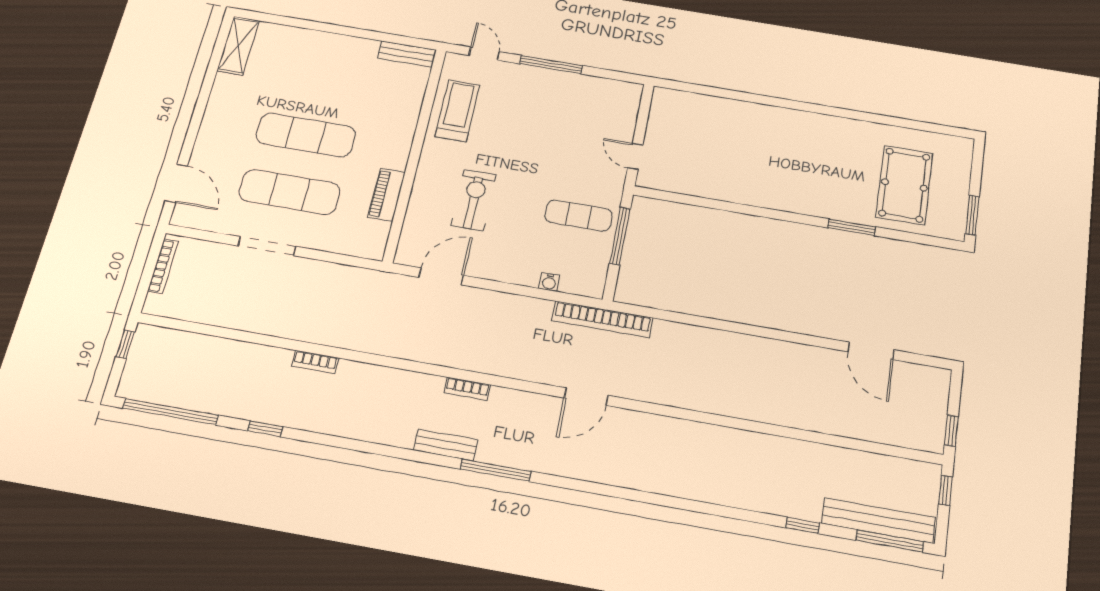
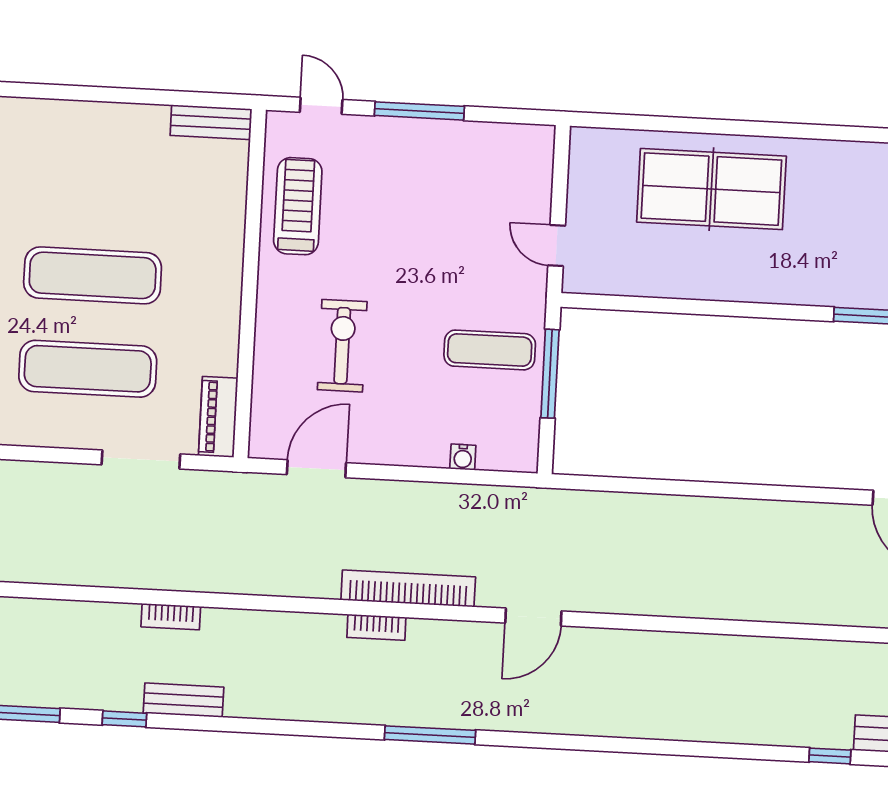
table tennis table: (748, 135) -> (711, 189), added
piano: (387, 195) -> (218, 417), moved
doorway: (267, 246) -> (141, 459), moved
bookcase: (602, 319) -> (408, 588), moved, turned 180
bench: (446, 445) -> (183, 700), moved

